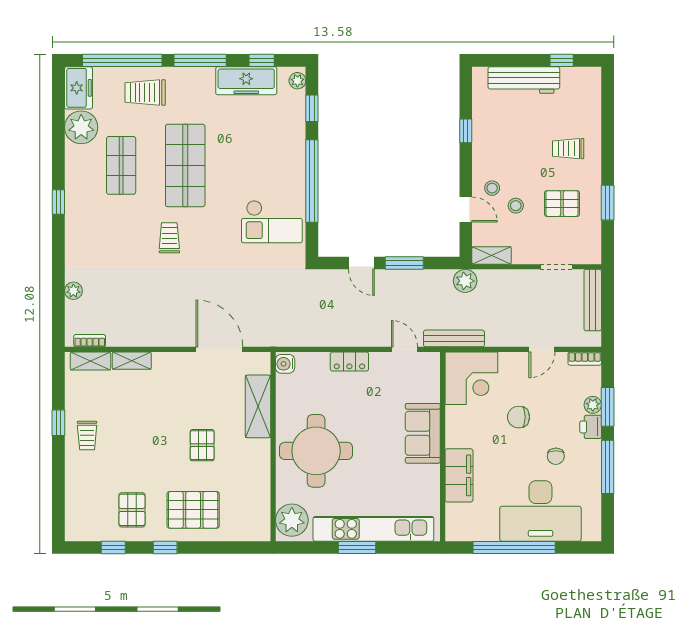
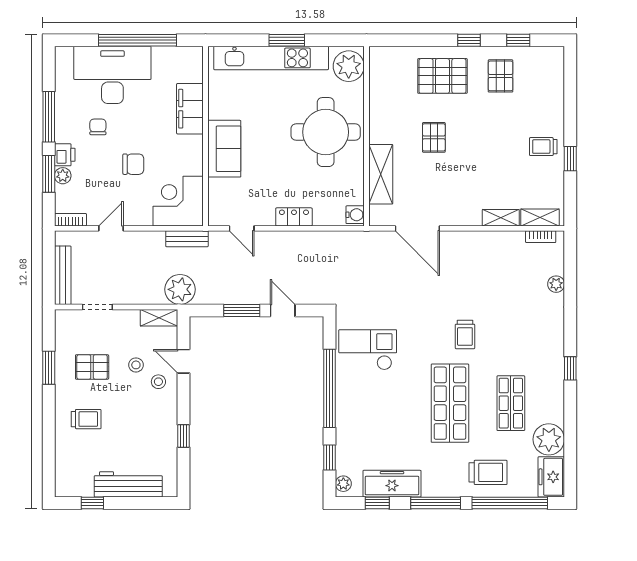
plant: (465, 281) -> (180, 289), width x1.36, depth x1.36
bench: (454, 338) -> (187, 239), width x0.73
trolley: (87, 436) -> (543, 147), turned -90

